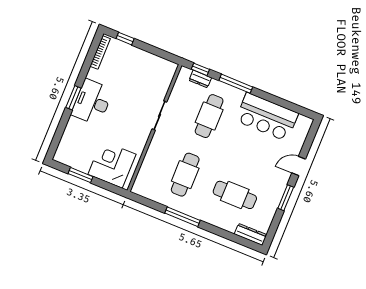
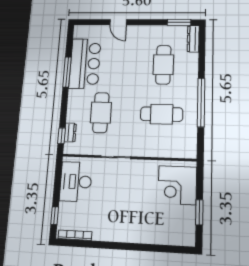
window: (236, 84) -> (67, 72), moved
window: (73, 98) -> (127, 246), removed
desk: (92, 102) -> (76, 182), moved, turned 90
cafe table: (209, 116) -> (101, 113), turned 90
window: (286, 198) -> (179, 22), moved
window: (183, 217) -> (201, 102), width x1.46

